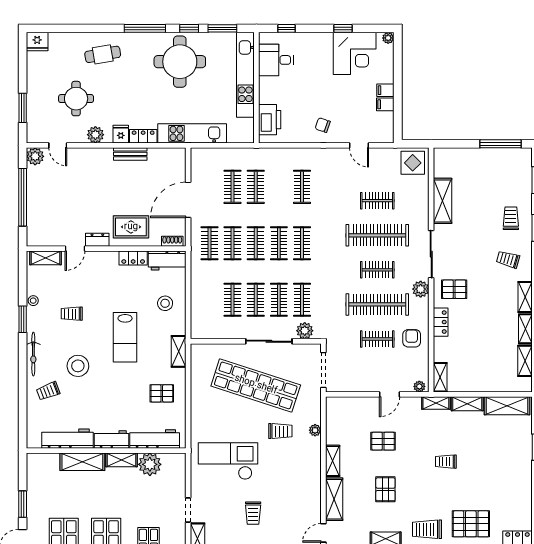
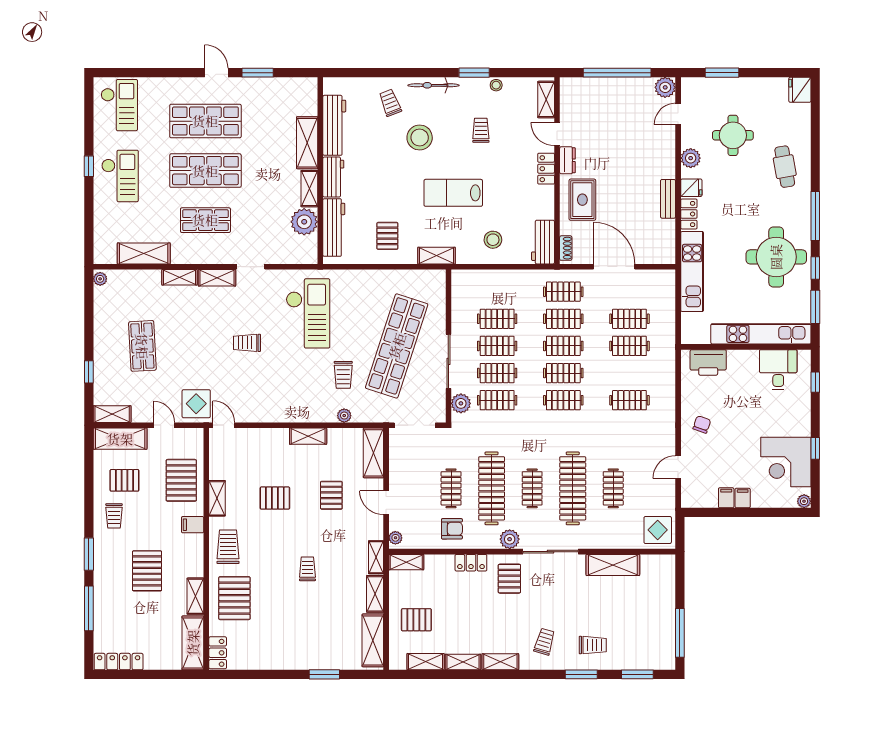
locker: (133, 258) -> (546, 169), moved
pallet: (489, 369) -> (416, 620), added
shelving: (334, 499) -> (373, 453), moved, turned 90

